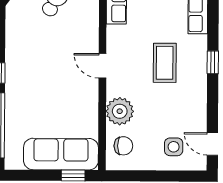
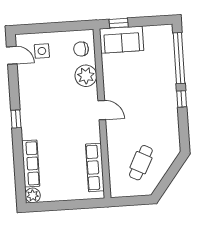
coffee table: (165, 63) -> (53, 116), removed
sofa: (61, 154) -> (122, 40), width x0.73

